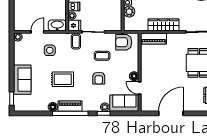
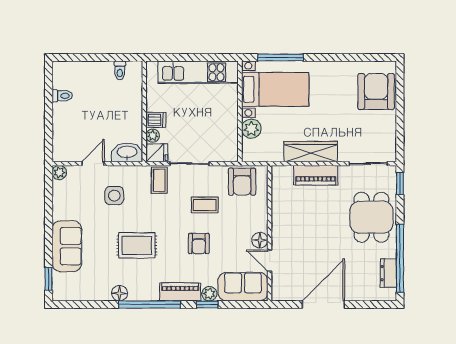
piano: (153, 39) -> (316, 175), moved
armchair: (124, 42) -> (242, 182), turned -90
piano: (70, 106) -> (180, 292), moved

